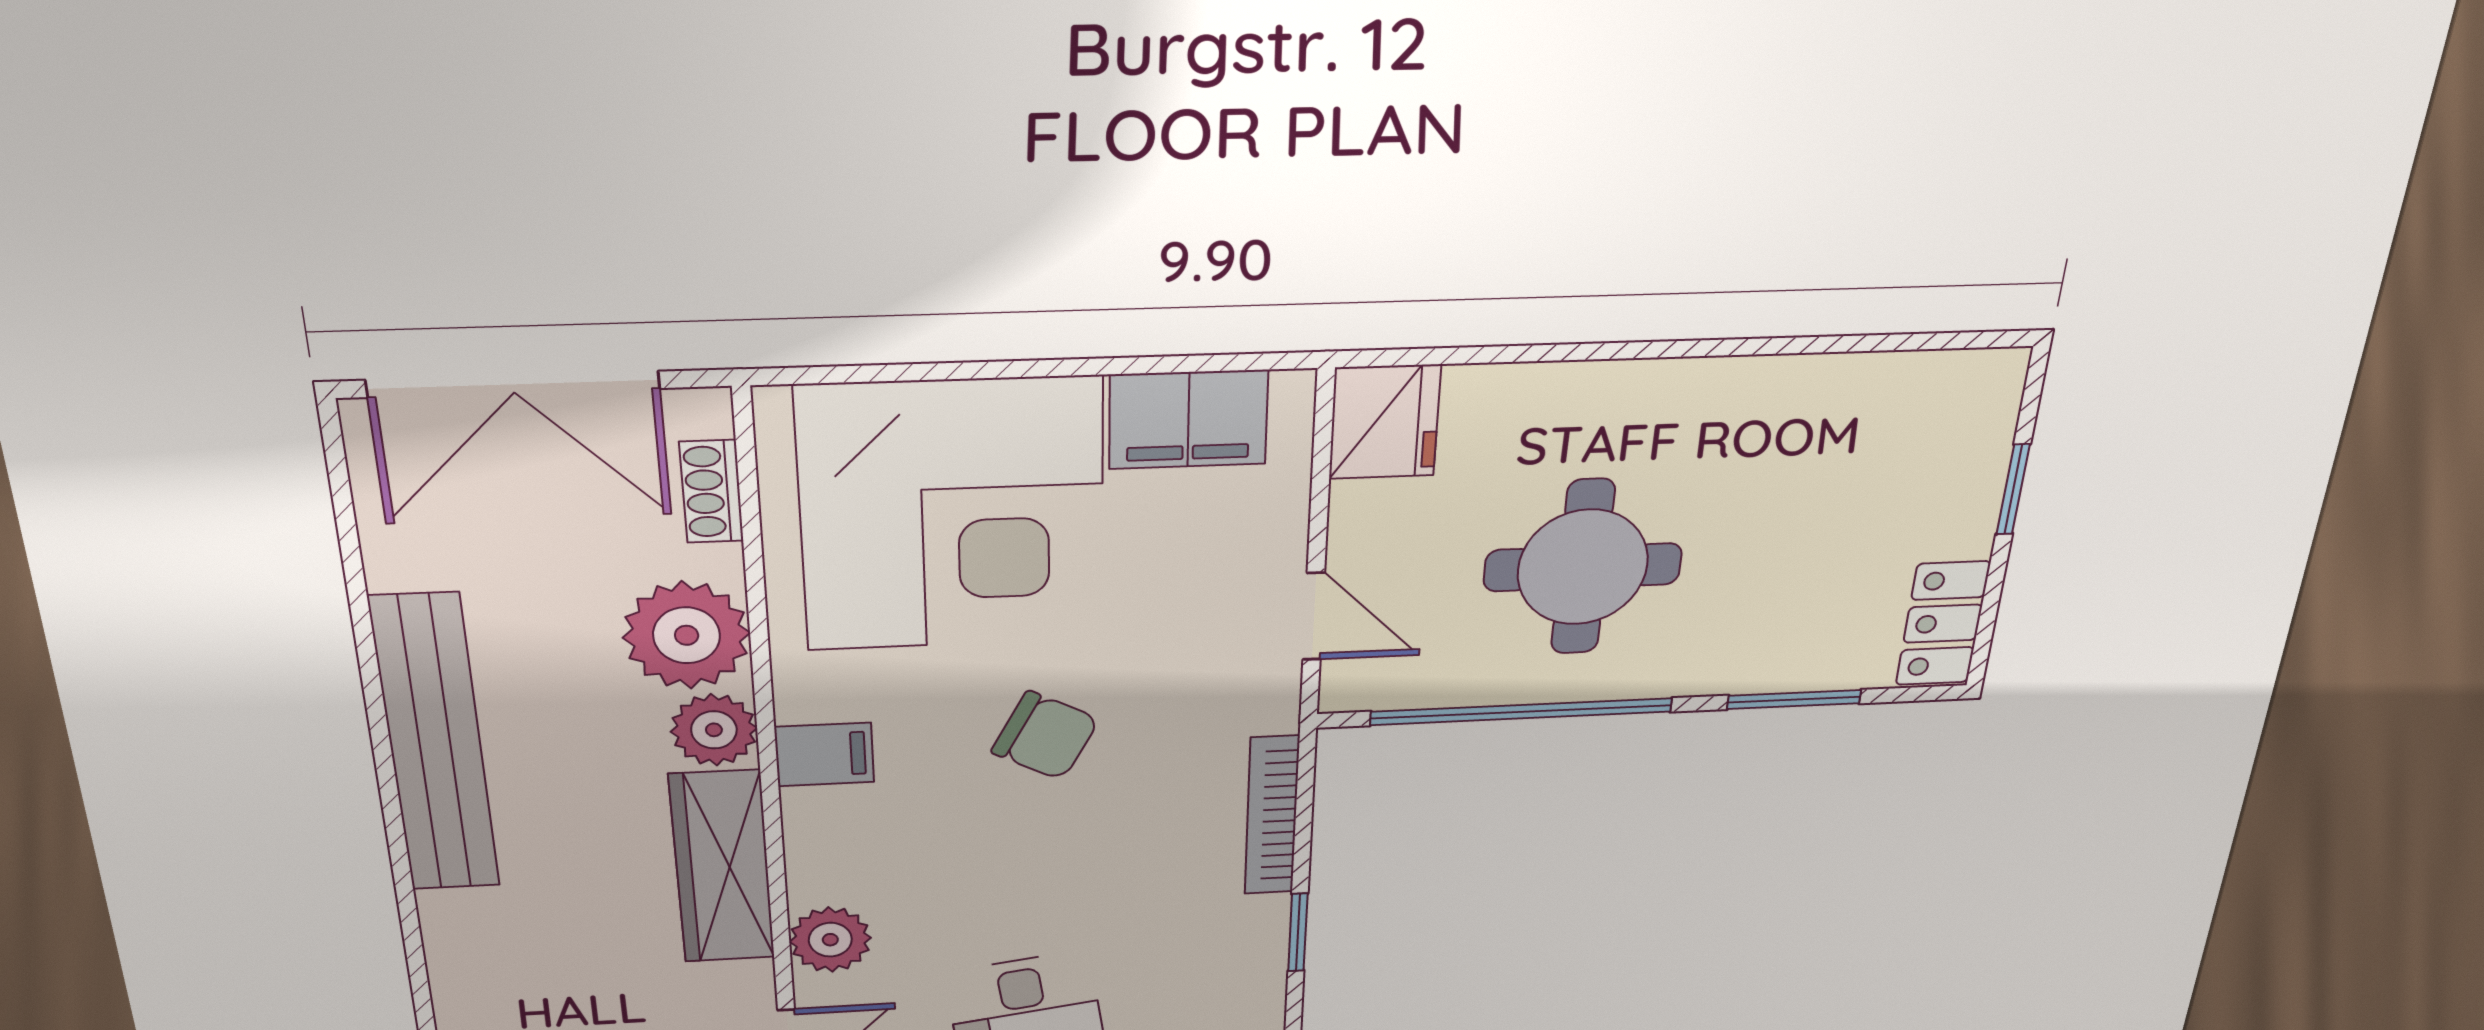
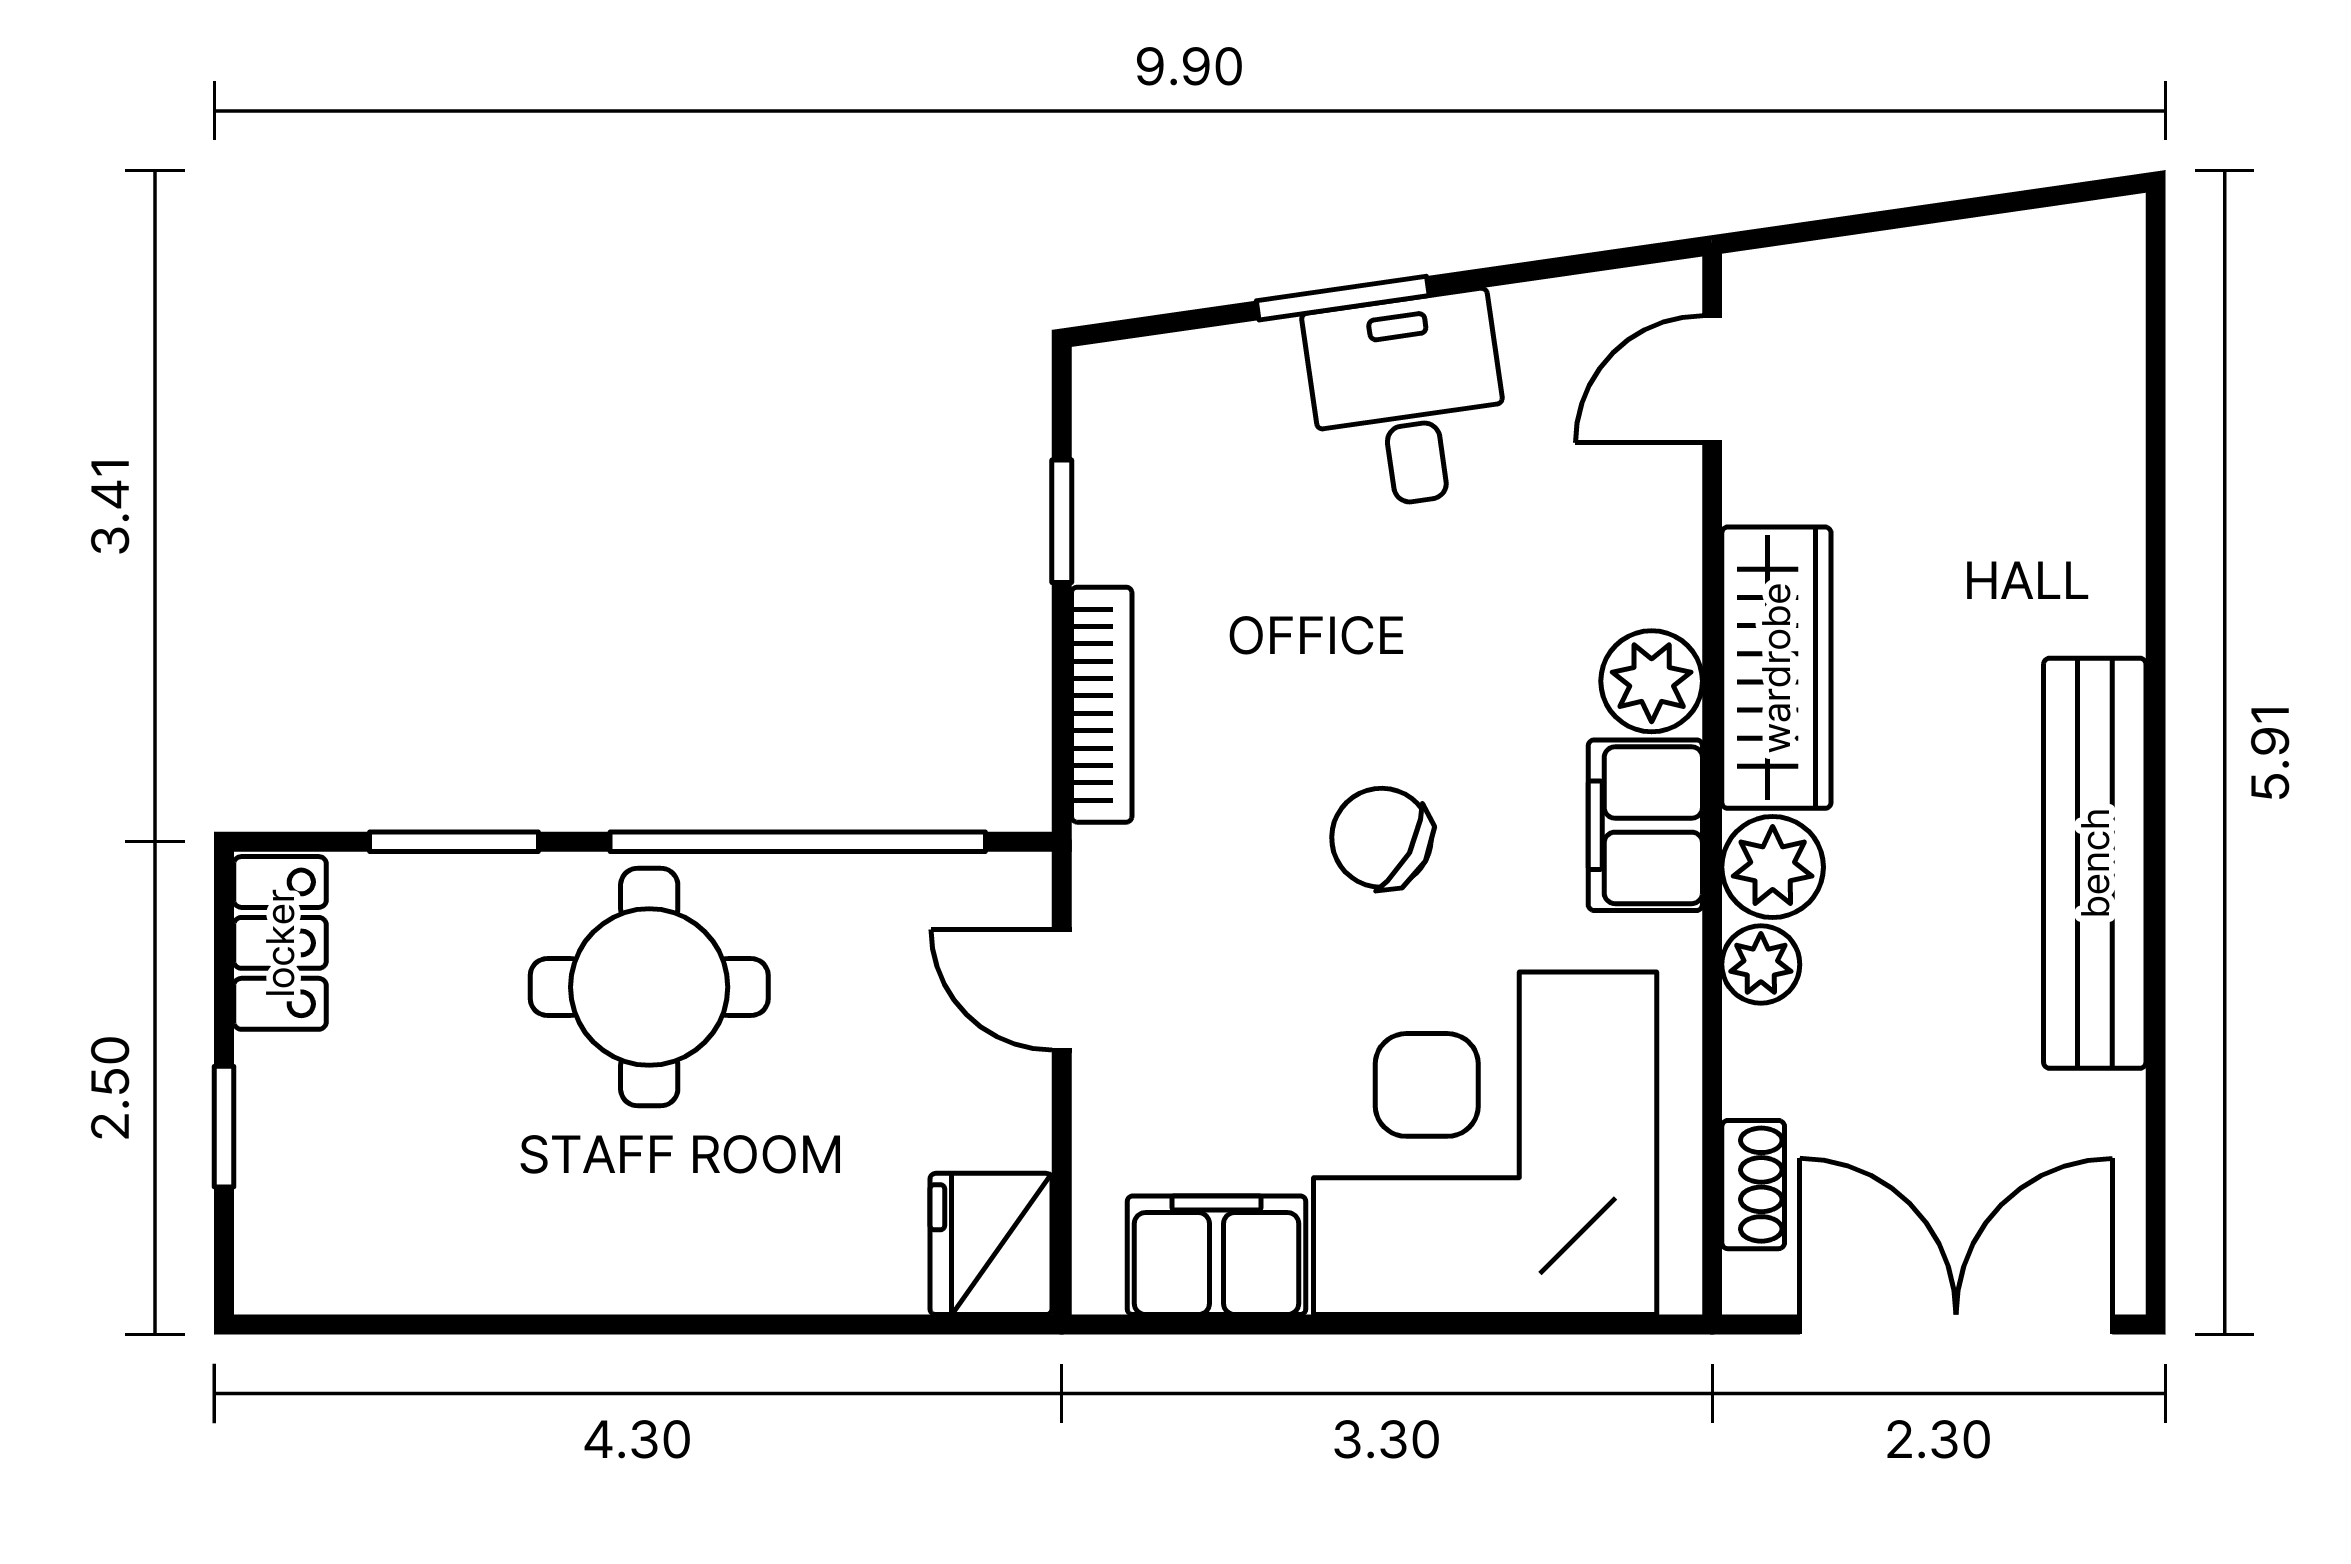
round table: (1583, 567) -> (649, 987), moved
plant: (687, 635) -> (1761, 964), width x0.53, depth x0.53
filing cabinet: (824, 754) -> (1645, 825), width x2.00
plant: (830, 940) -> (1652, 681), moved

